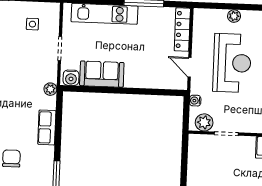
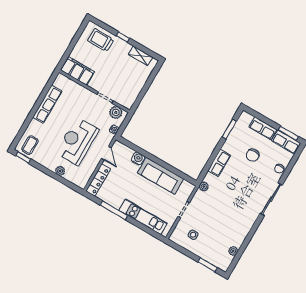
sofa: (102, 74) -> (160, 176), width x1.36
water cooler: (71, 78) -> (138, 159), moved

